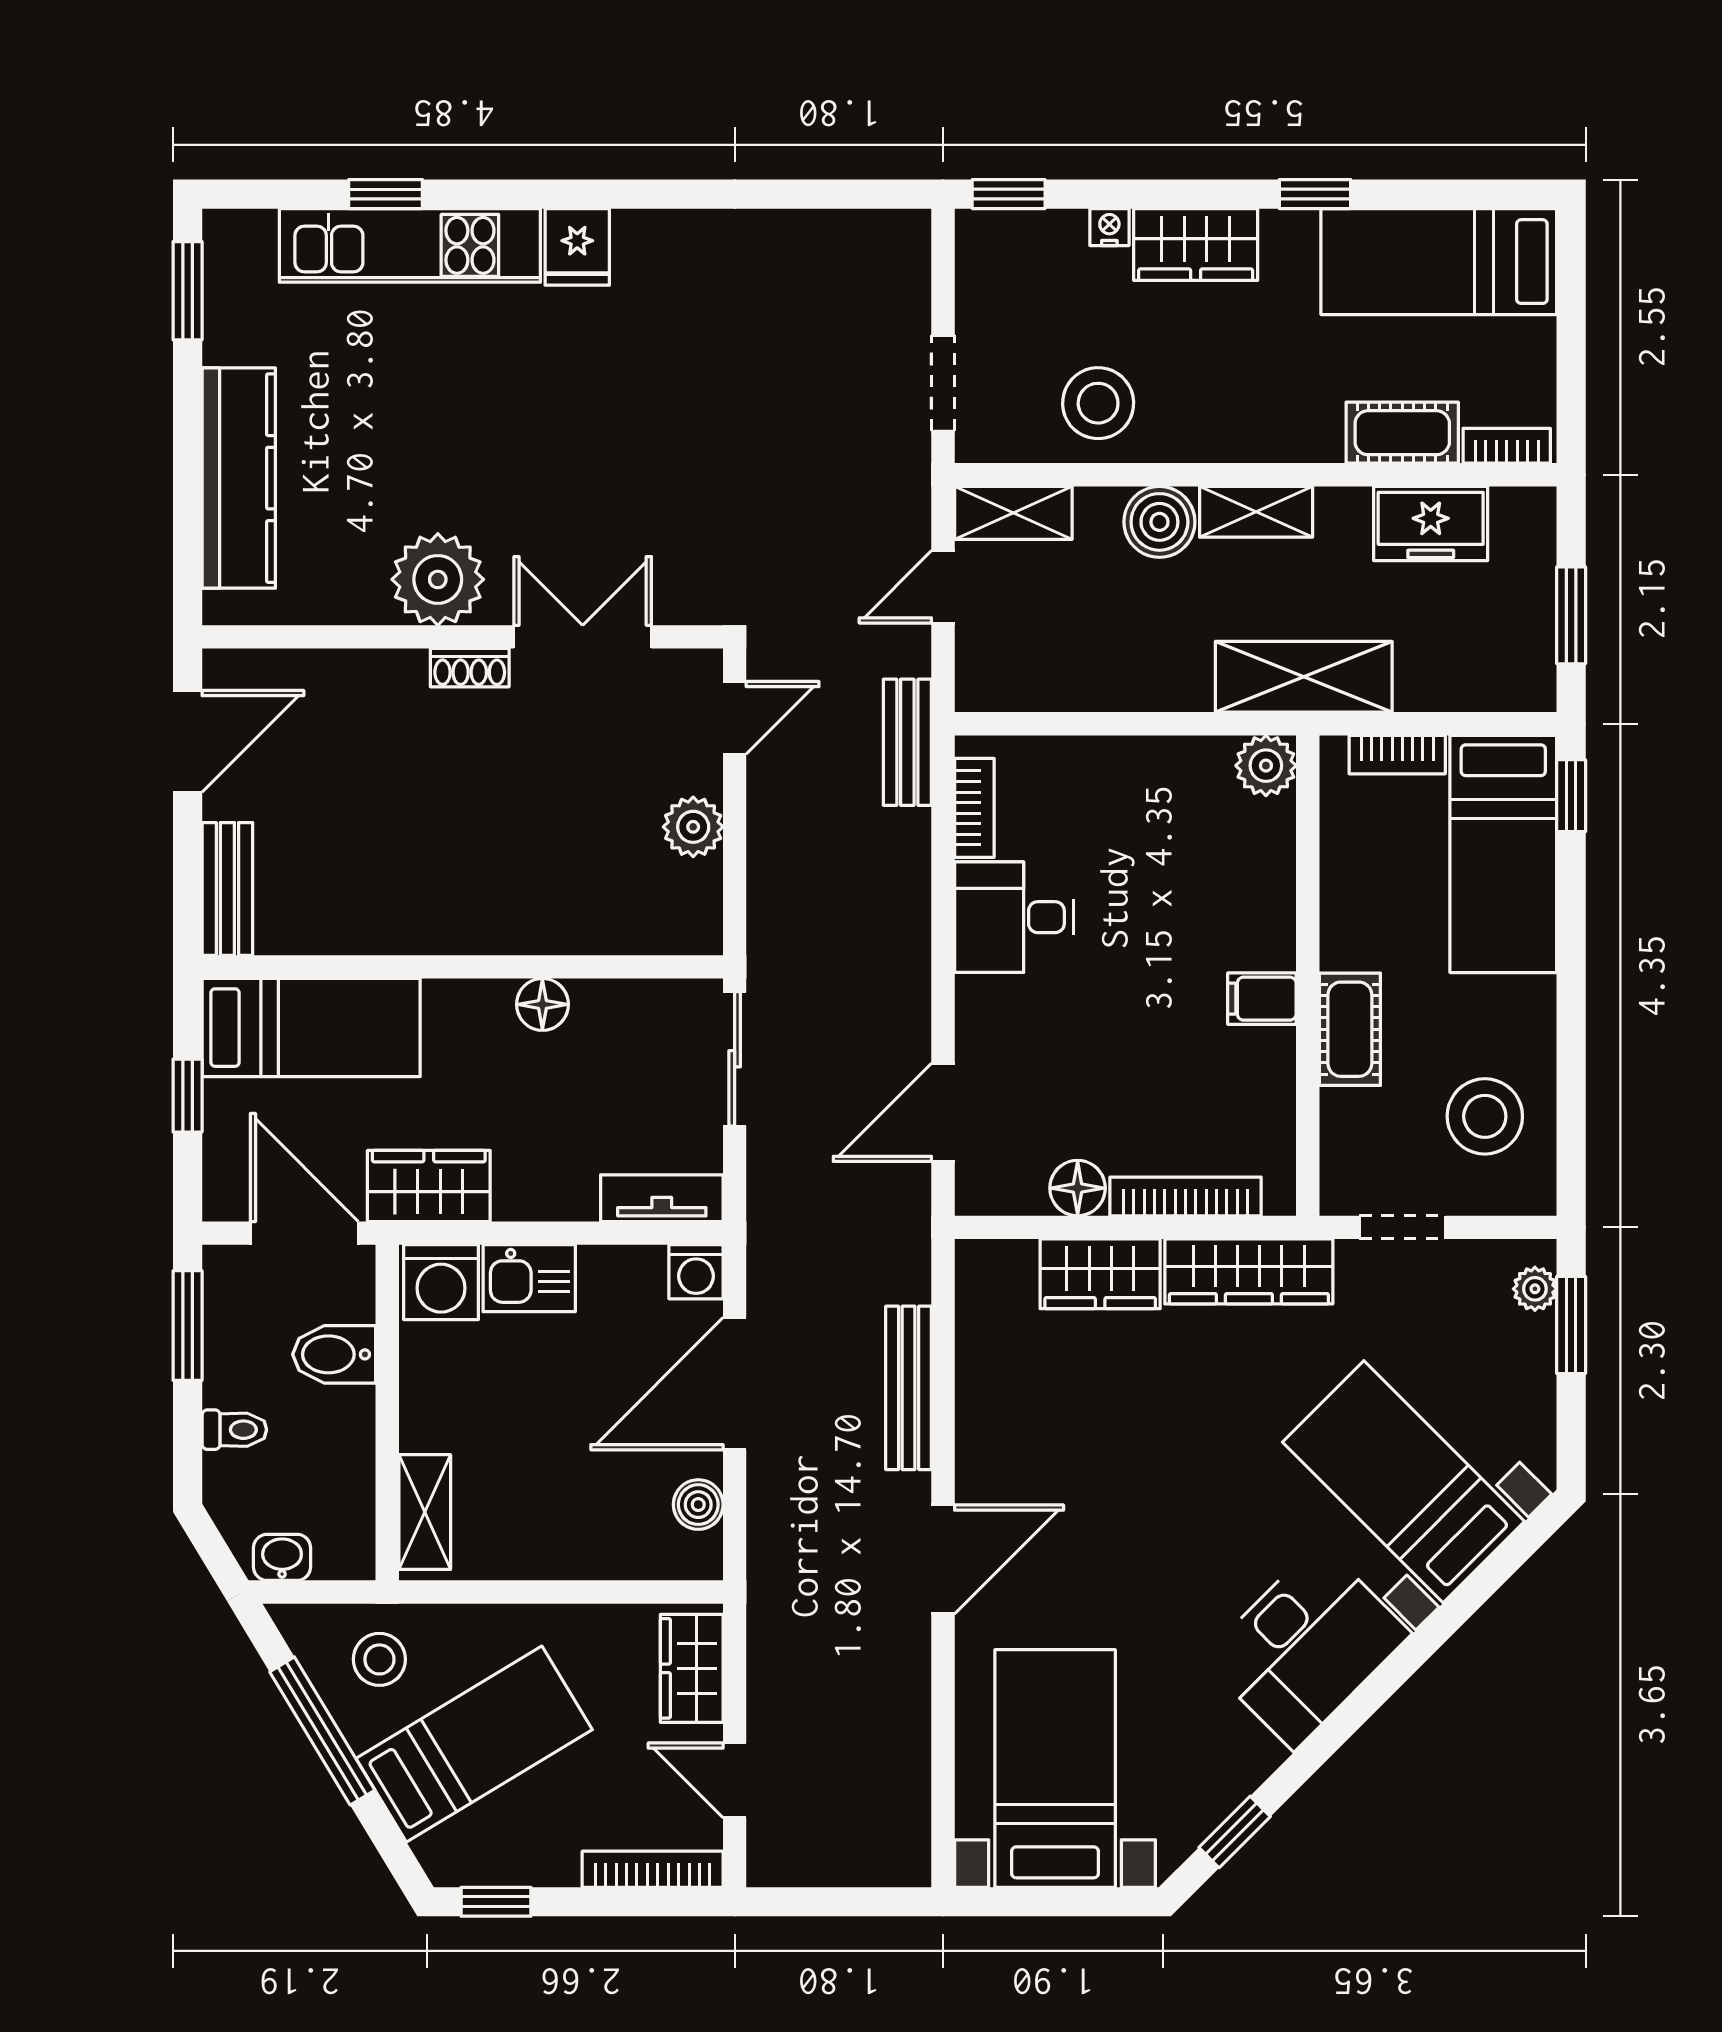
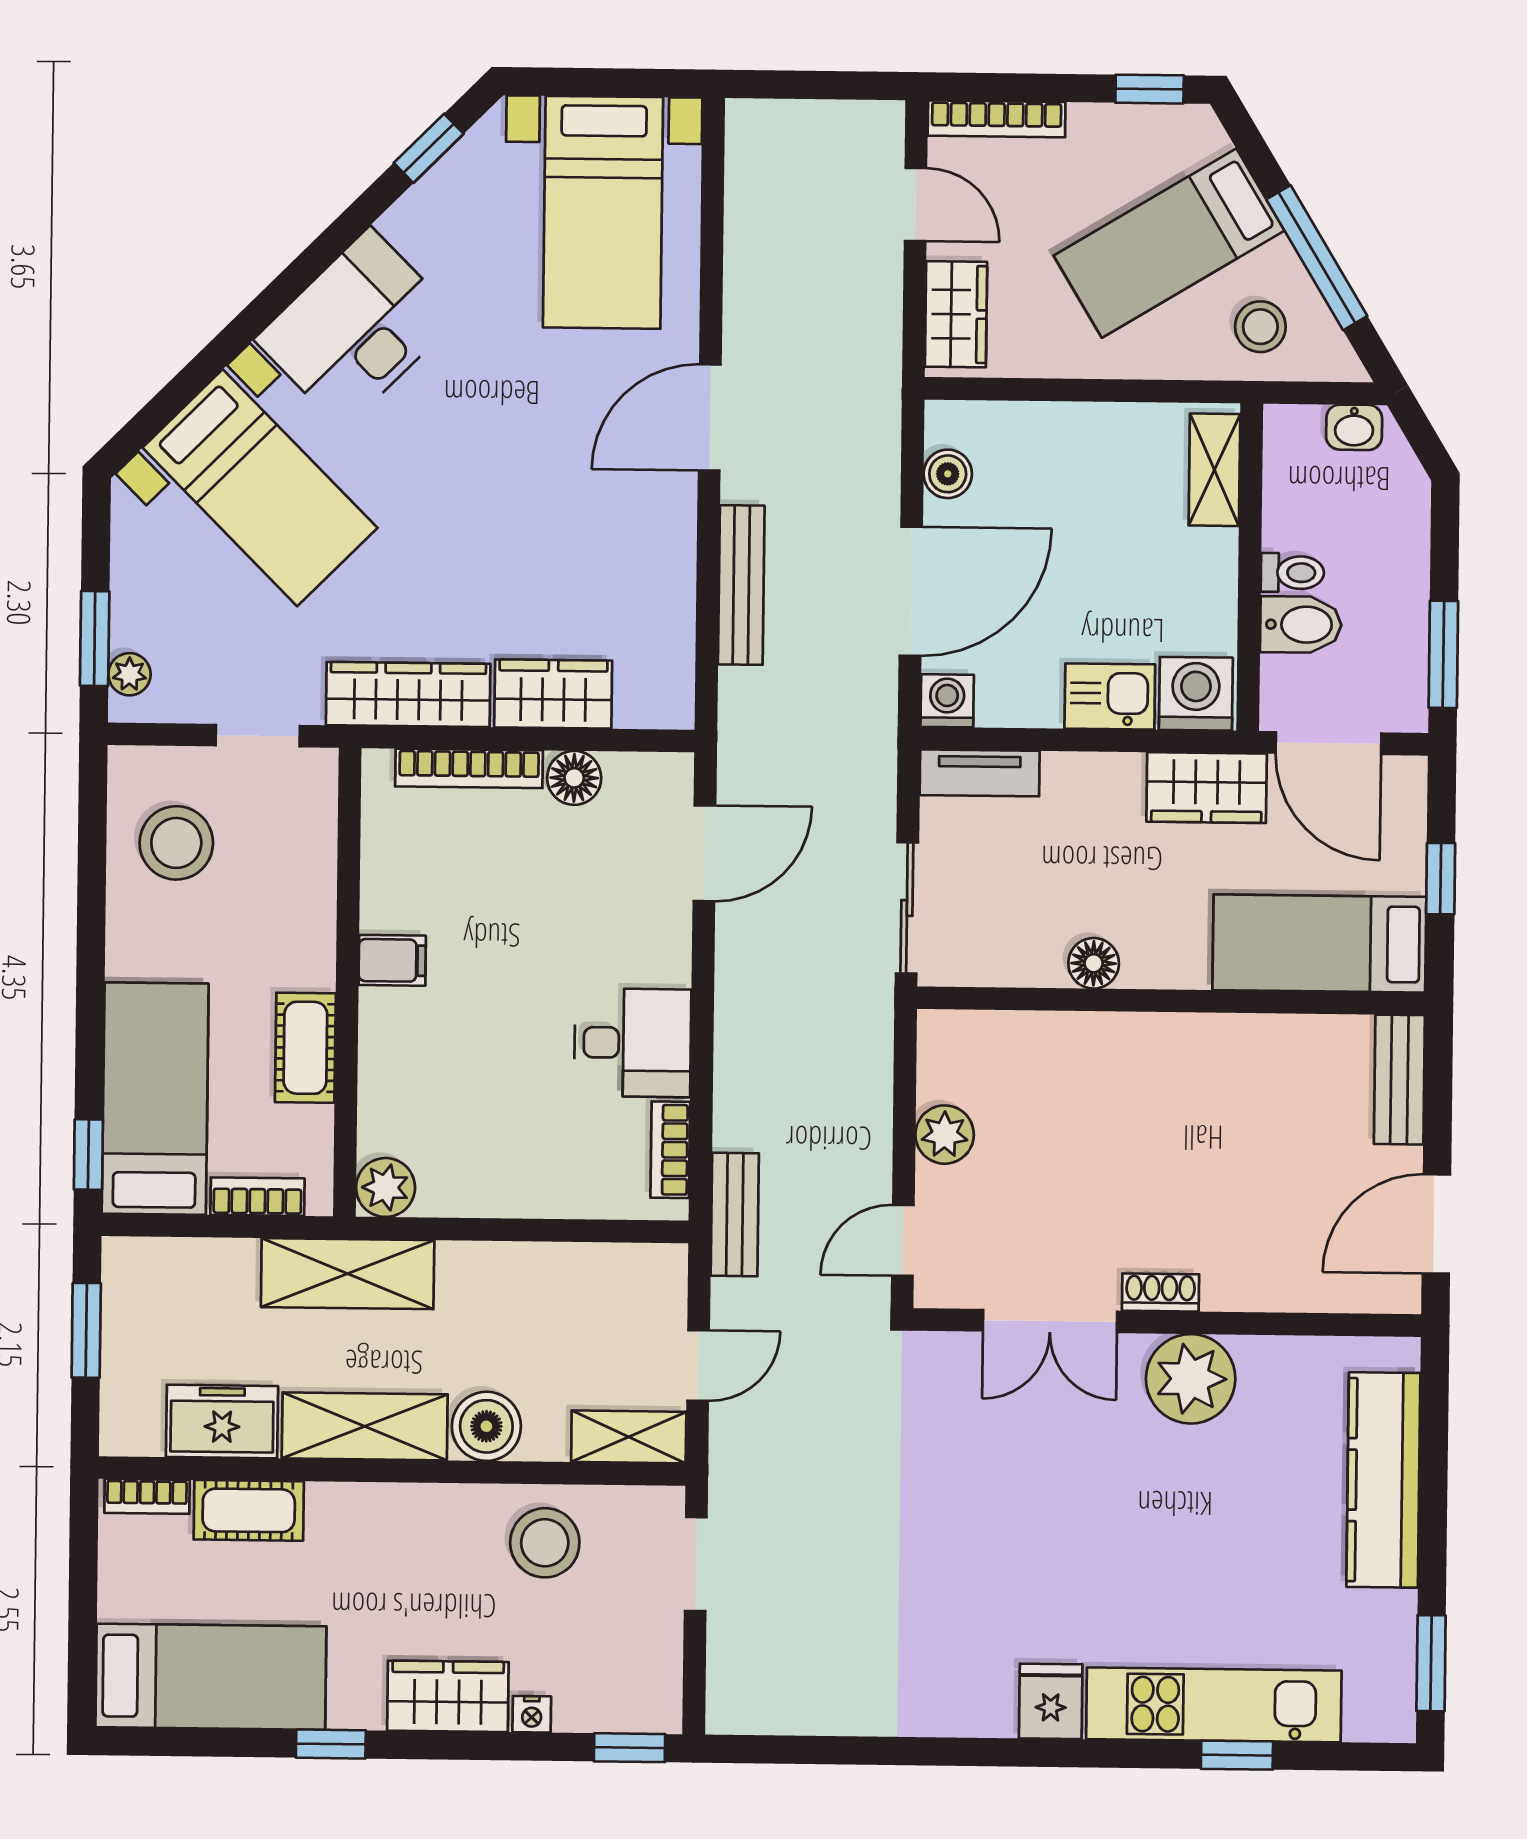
shelving: (1256, 512) -> (365, 1426), width x1.50, depth x1.33
cot: (1350, 1029) -> (305, 1048), moved
toilet: (234, 1430) -> (1292, 573), moved, turned 180

